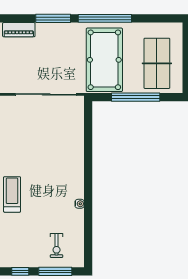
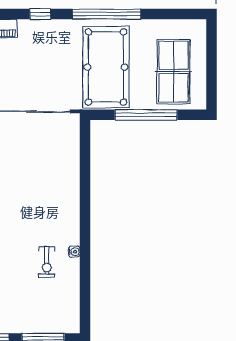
window: (53, 18) -> (40, 14), width x0.46
exercise bike: (57, 245) -> (47, 262), moved

